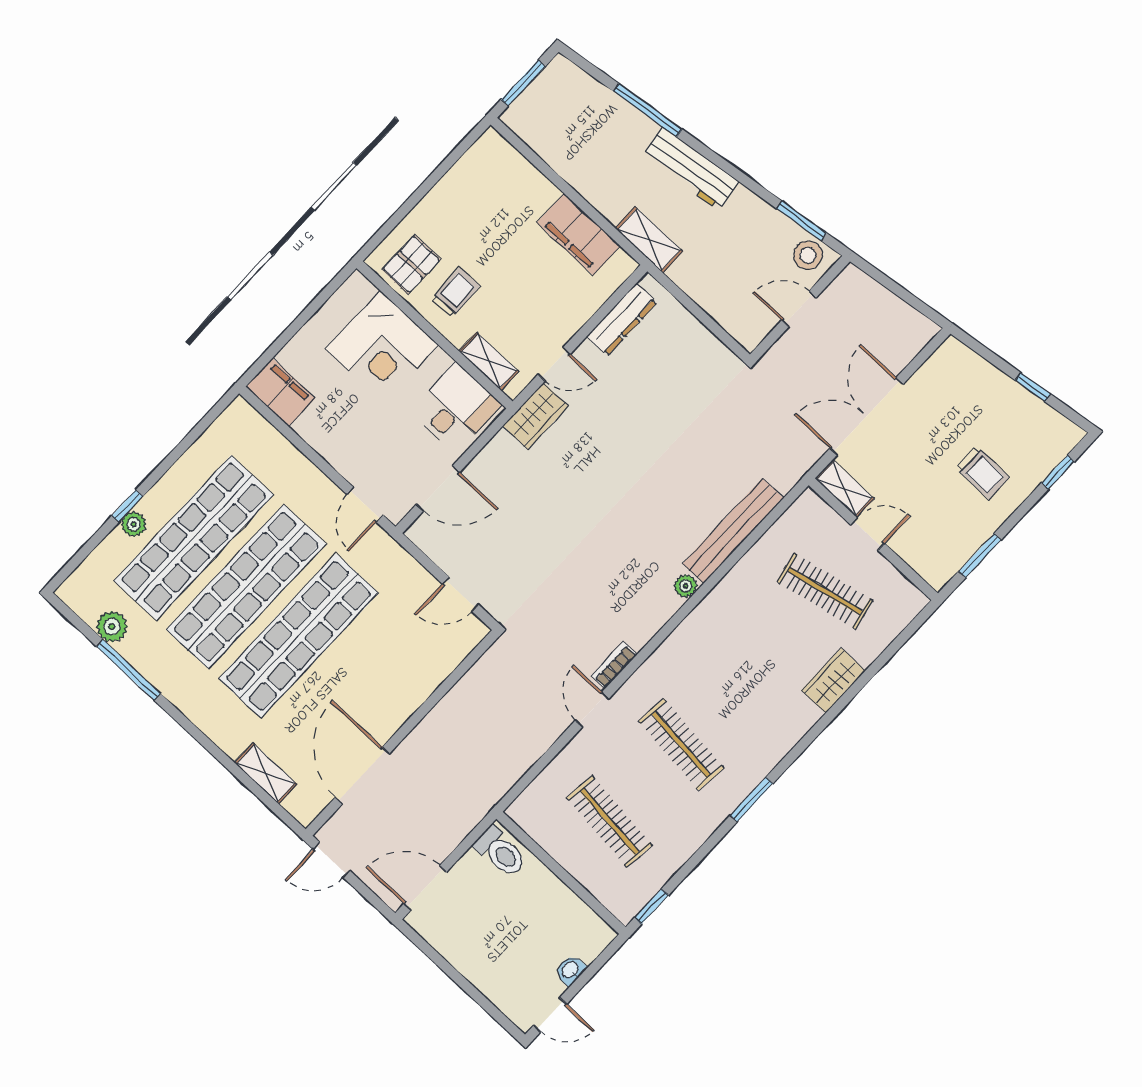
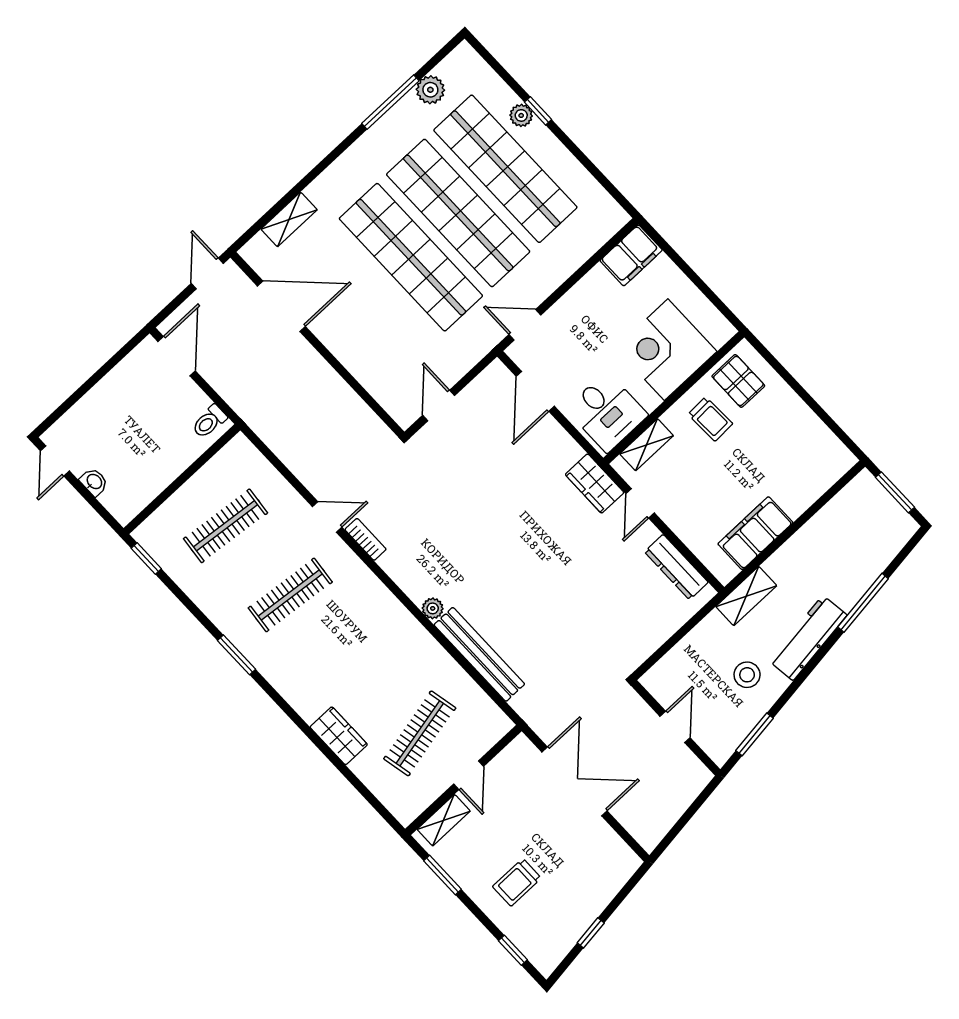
stool: (808, 255) -> (747, 675), moved
shelving: (844, 488) -> (444, 820), moved
toilet: (501, 852) -> (209, 422), width x0.73, depth x0.72

